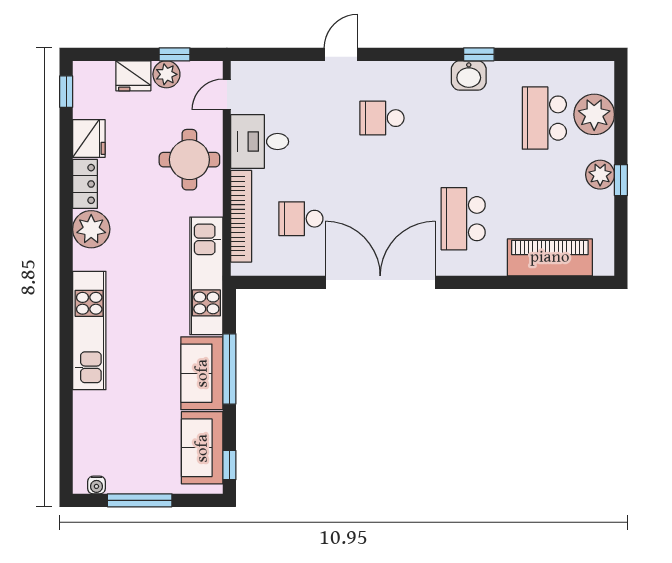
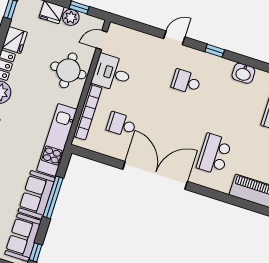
window: (479, 54) -> (215, 51), moved

